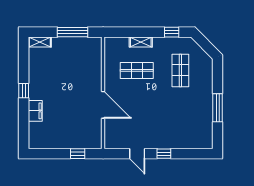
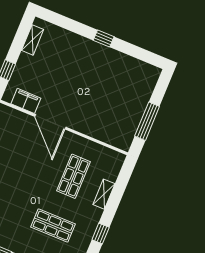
shelving: (40, 42) -> (33, 40), moved
door: (103, 105) -> (50, 122), hinge flipped
filing cabinet: (35, 111) -> (26, 101), moved, turned 180

